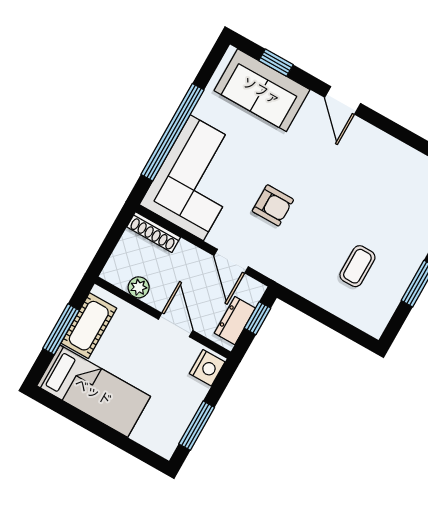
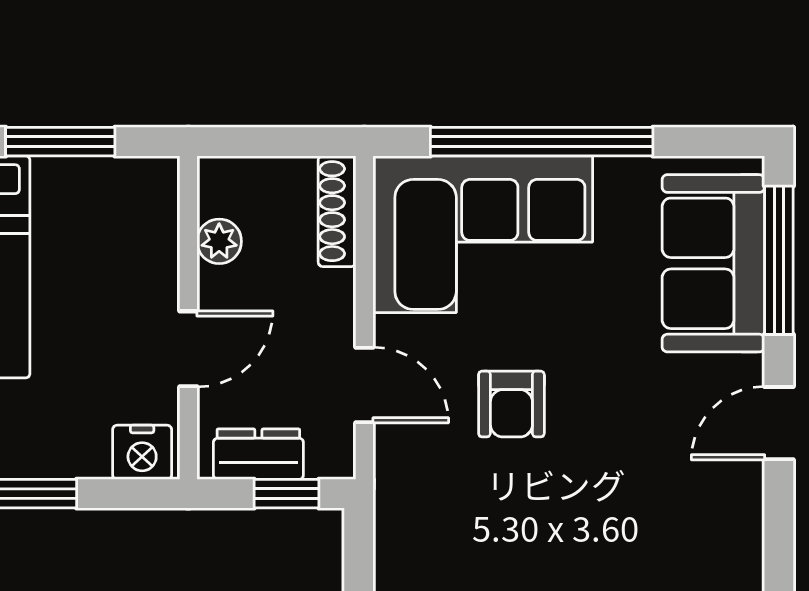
window: (276, 63) -> (779, 260), width x2.17
door: (231, 261) -> (364, 385), swing flipped
cot: (89, 326) -> (96, 189), removed

